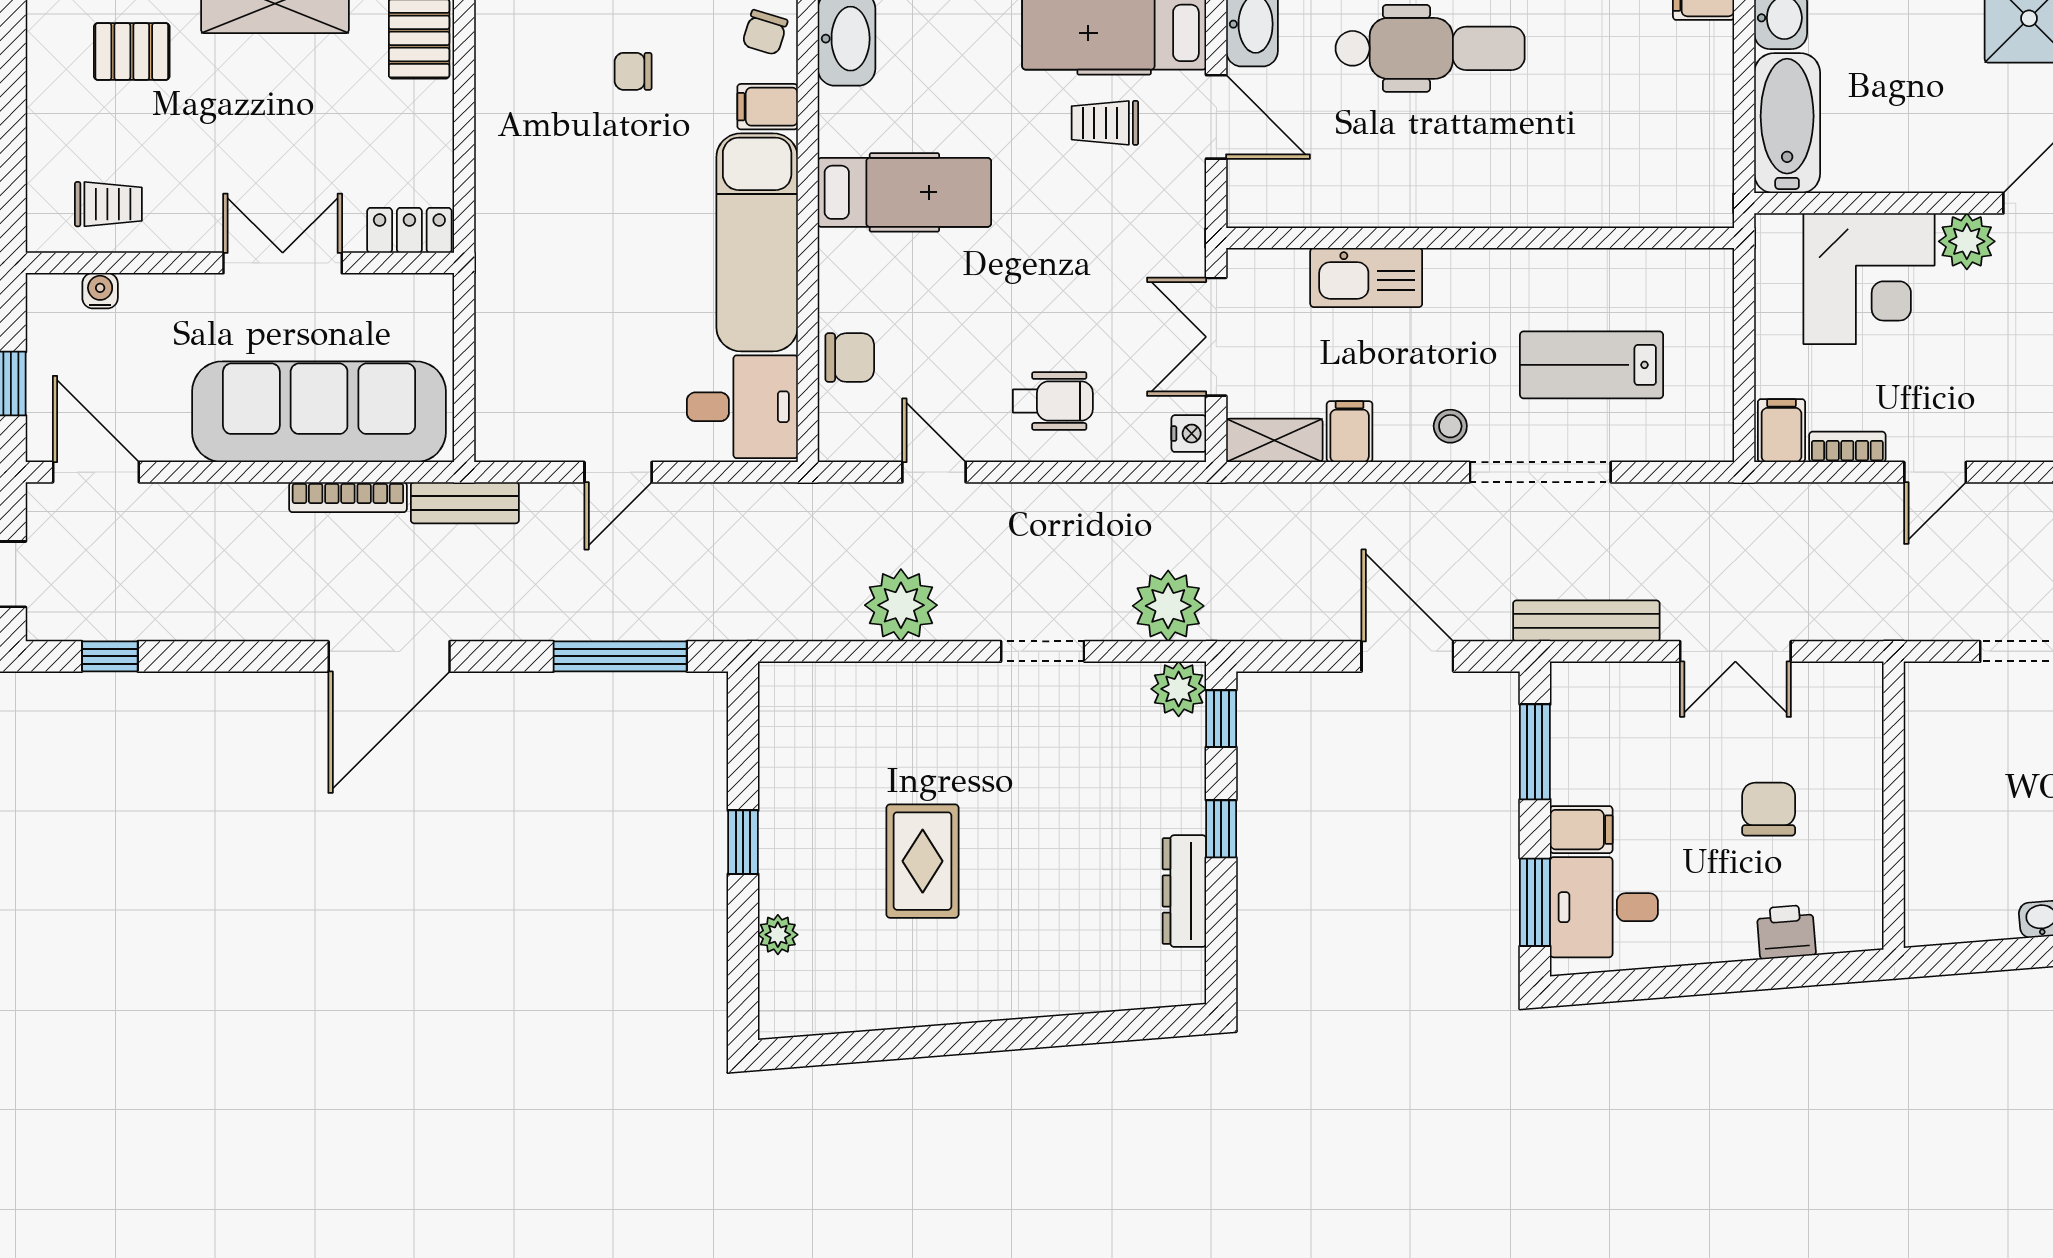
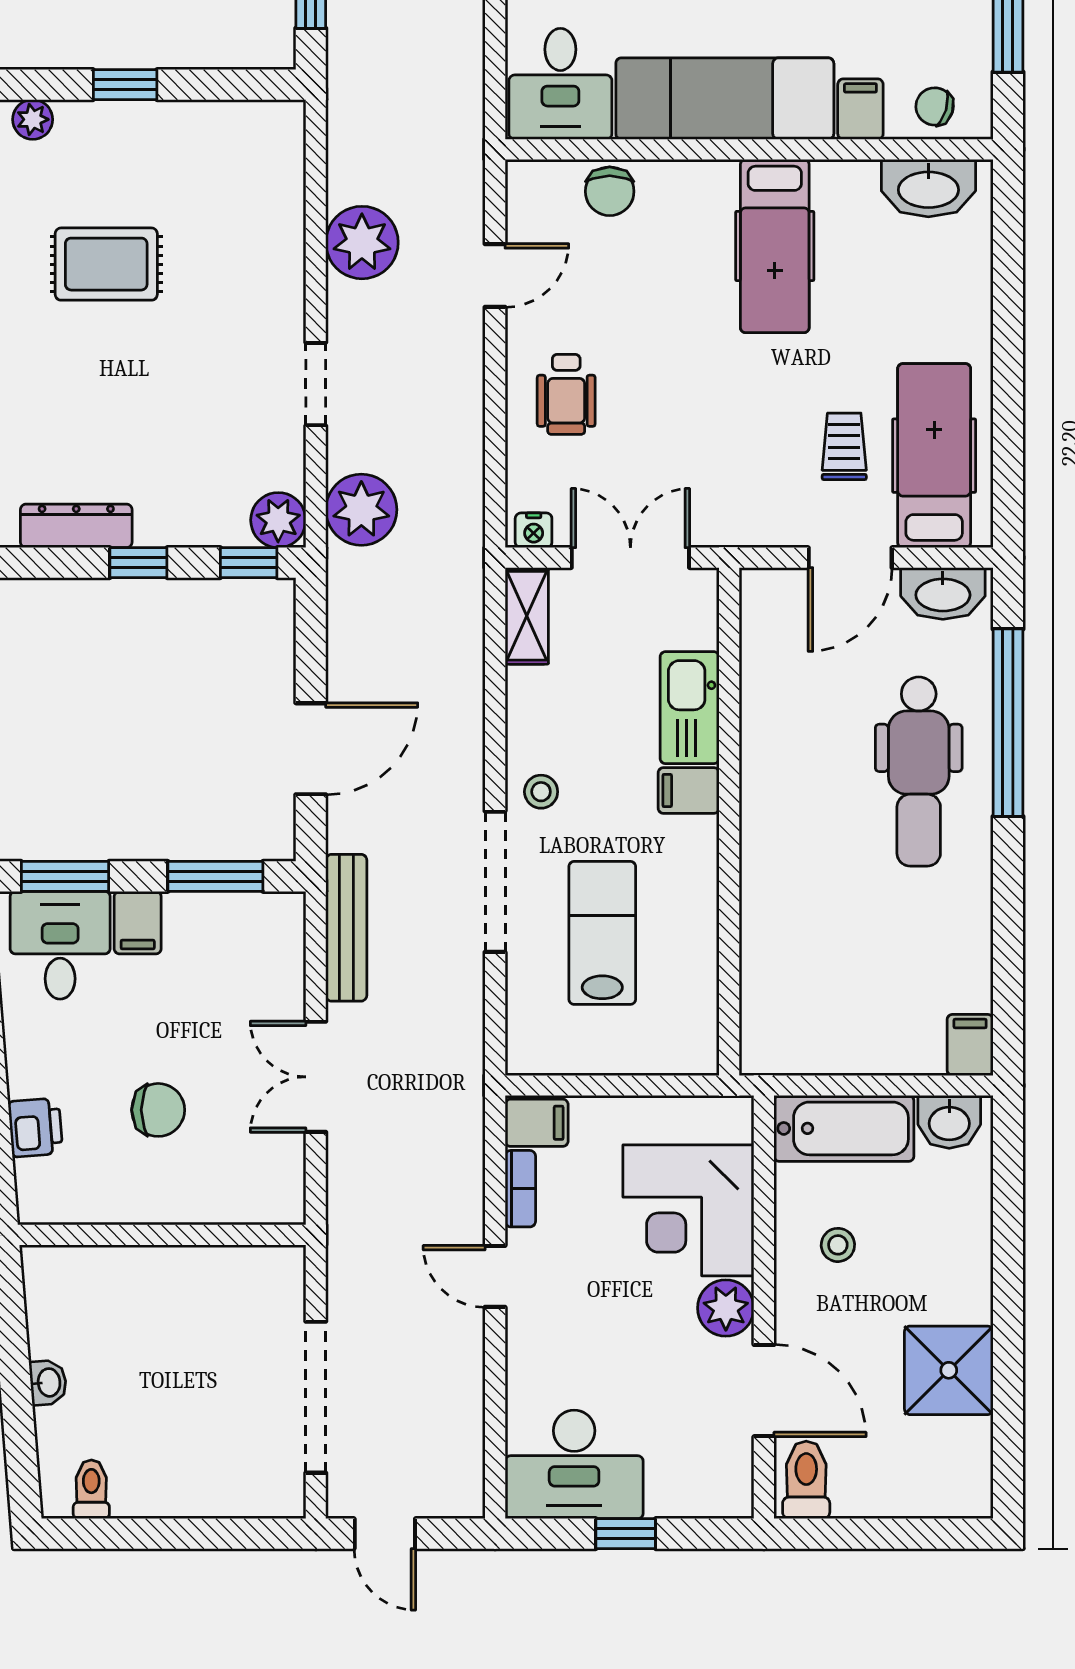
stool: (1904, 129) -> (838, 1245), added
filing cabinet: (1350, 432) -> (689, 791), moved, turned 180

